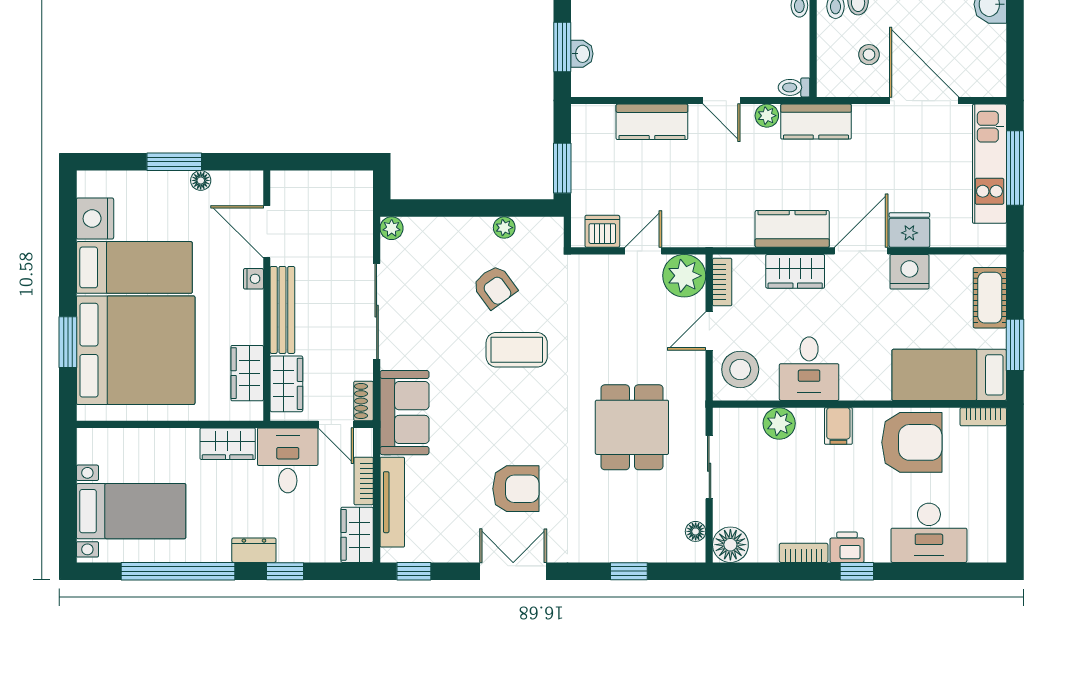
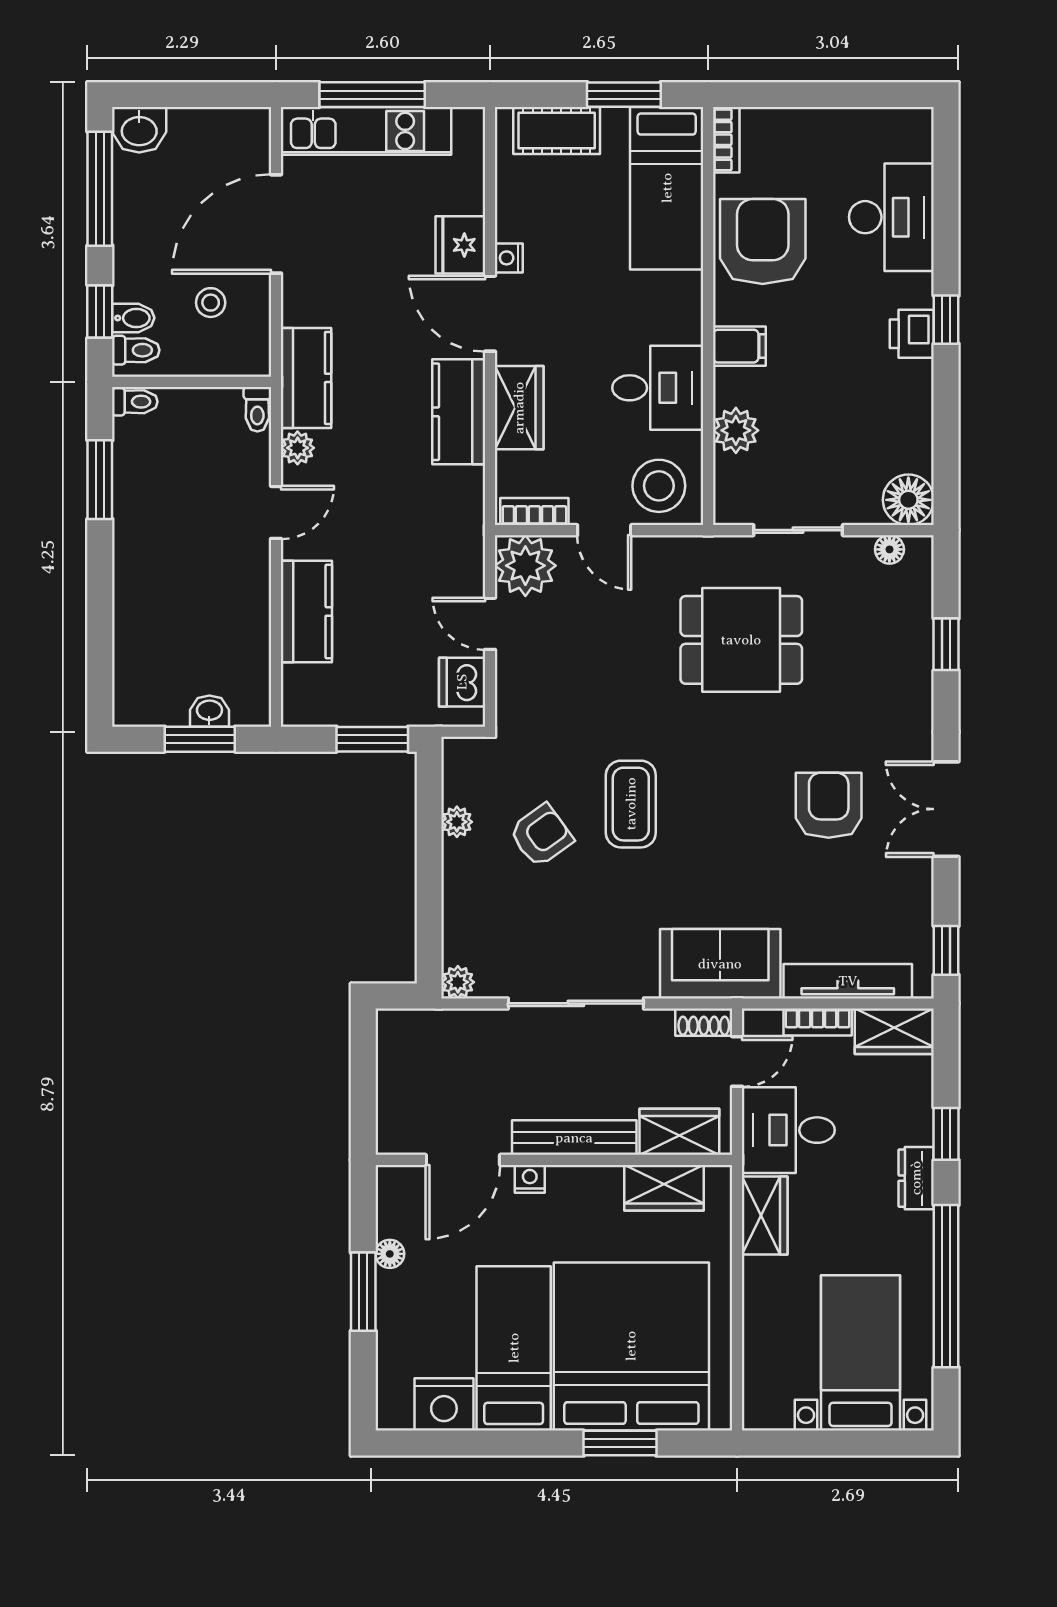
nightstand: (909, 272) -> (509, 258), width x0.53, depth x0.56
bookcase: (804, 553) -> (920, 396), removed

